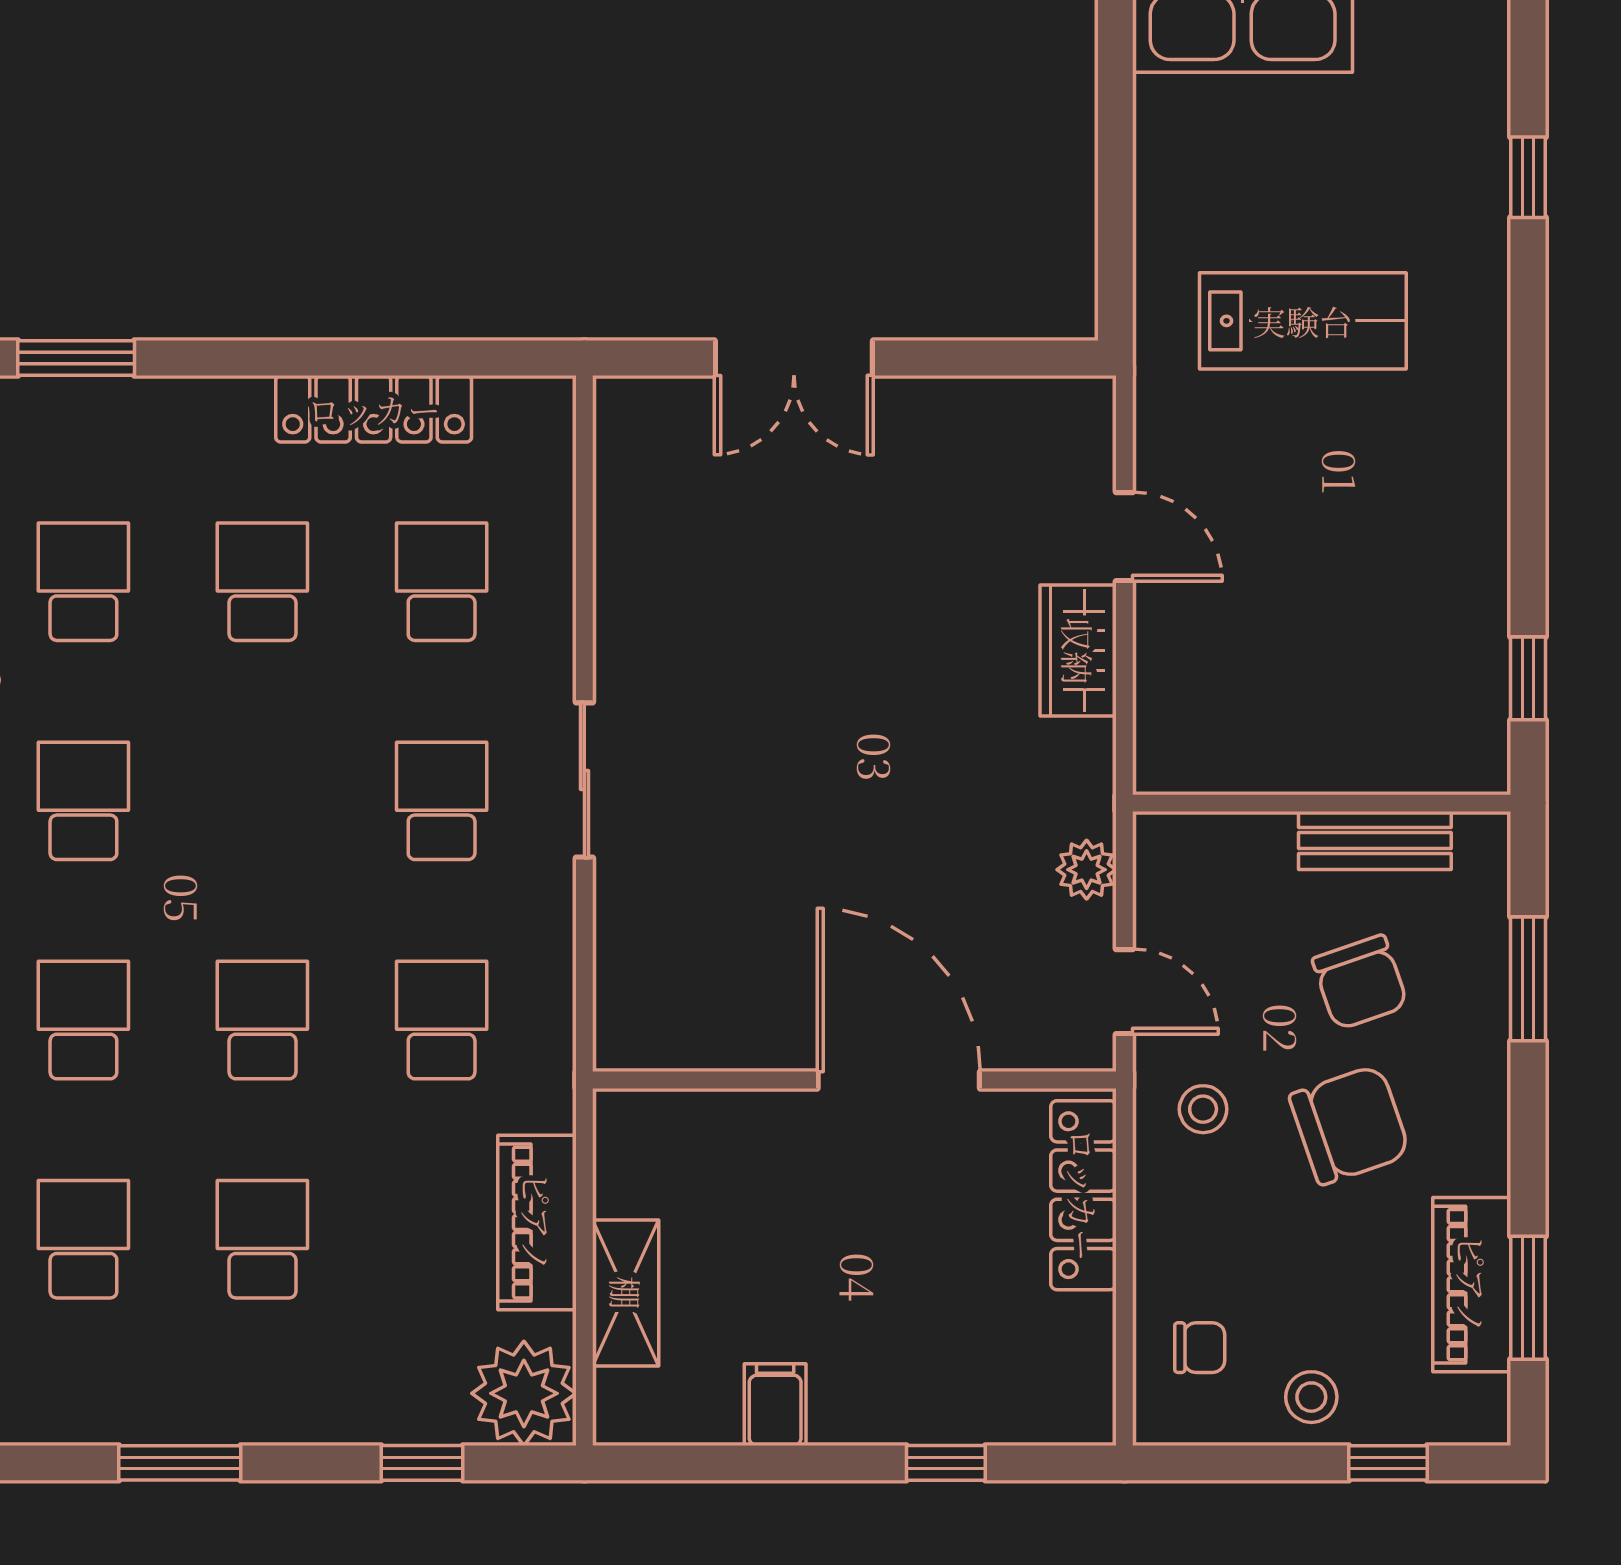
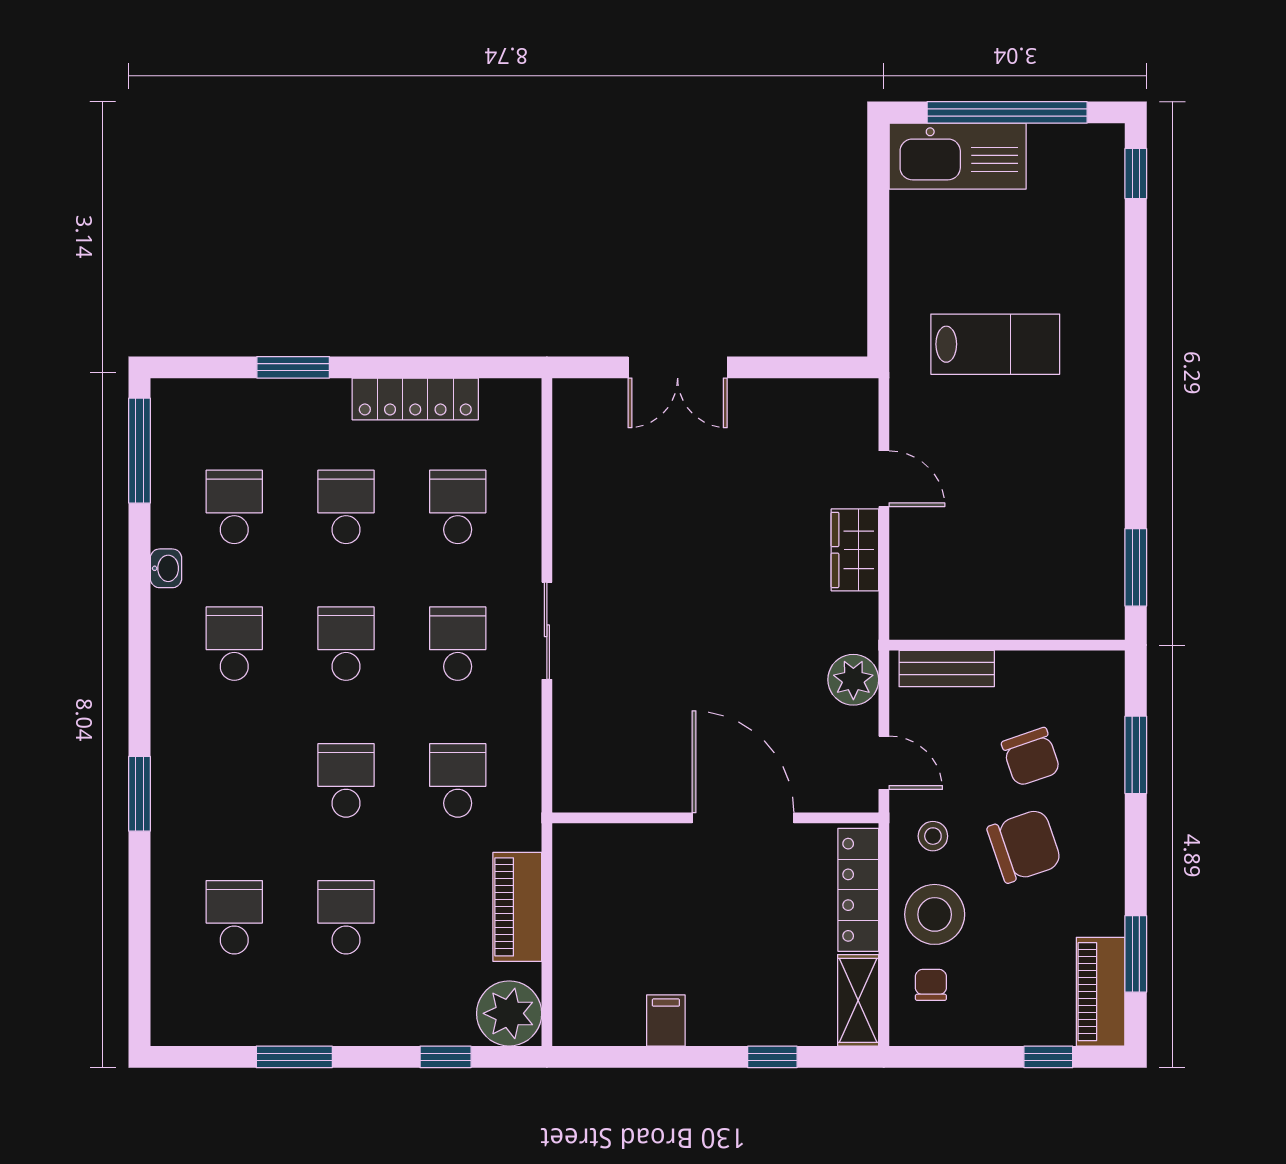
window: (1528, 177) -> (1136, 173), moved
window: (76, 358) -> (293, 367), moved
window: (1528, 678) -> (1136, 567), width x1.50
bench: (1375, 841) -> (947, 668), moved
plant: (1087, 870) -> (853, 680), width x1.38, depth x1.38
school desk: (83, 1020) -> (346, 644), moved
piano: (1472, 1285) -> (1101, 992), moved
shelving: (626, 1293) -> (858, 1000), moved
chair: (1200, 1348) -> (931, 985), turned -90
stool: (1311, 1397) -> (935, 914), moved, width x1.89, depth x1.89

